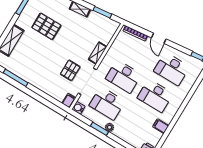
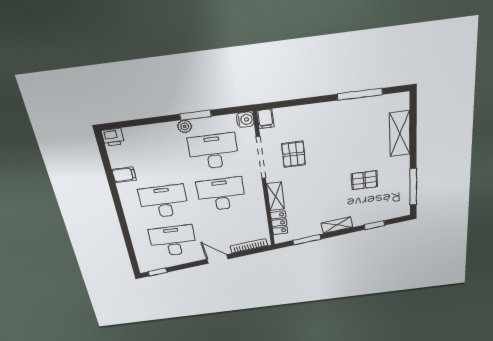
pallet: (46, 26) -> (364, 180), width x0.67, depth x0.71
locker: (108, 35) -> (279, 223), added

